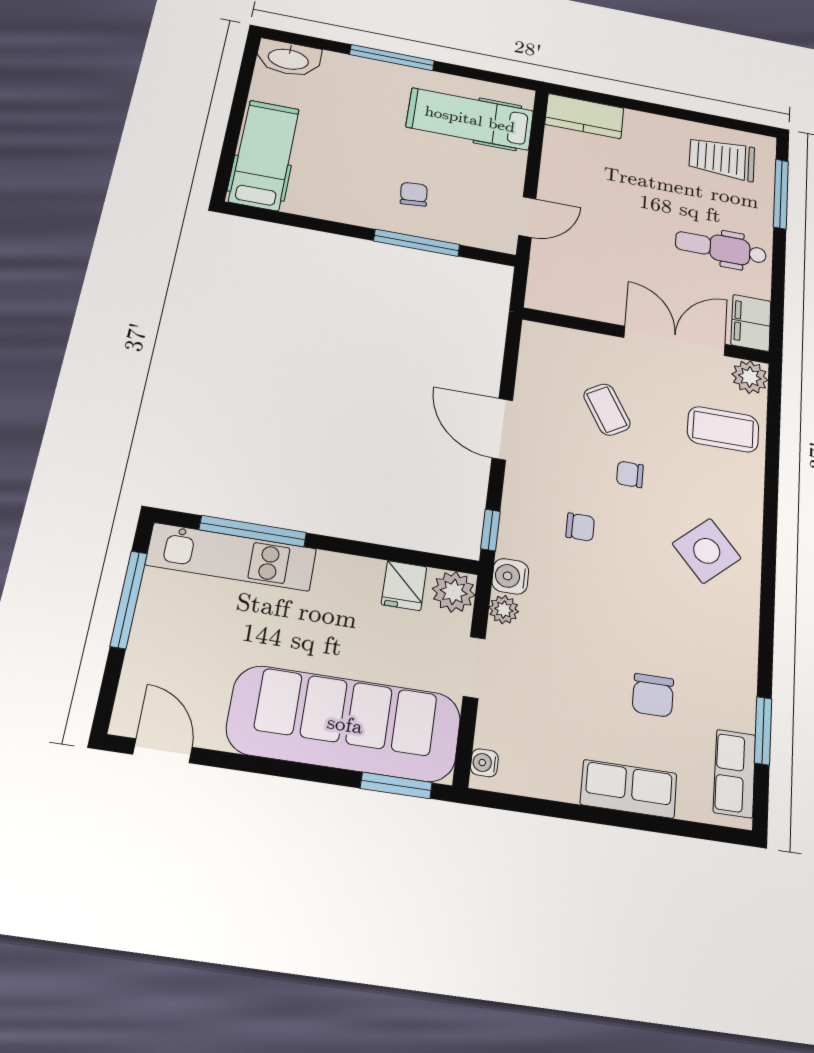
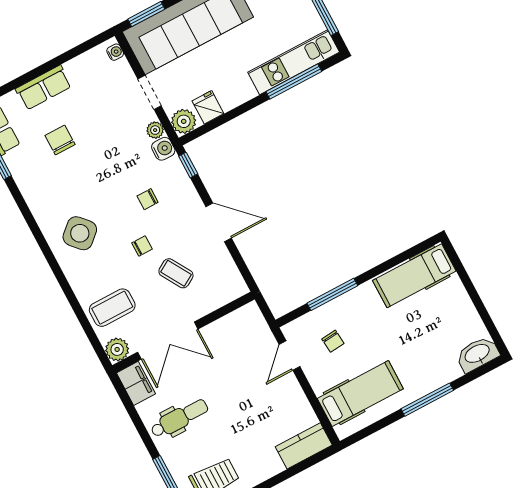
hospital bed: (264, 155) -> (414, 276), moved, turned 90
chair: (414, 194) -> (333, 341), moved

